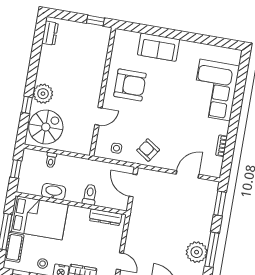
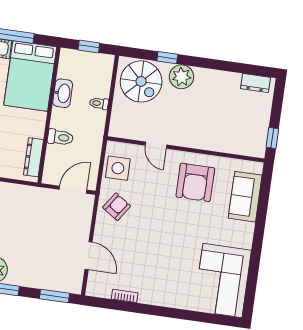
sofa: (159, 47) -> (245, 197), moved
corner sofa: (215, 90) -> (222, 280), moved, turned -90
side table: (116, 148) -> (118, 168), width x1.87, depth x1.87
toilet: (51, 160) -> (99, 103), moved

